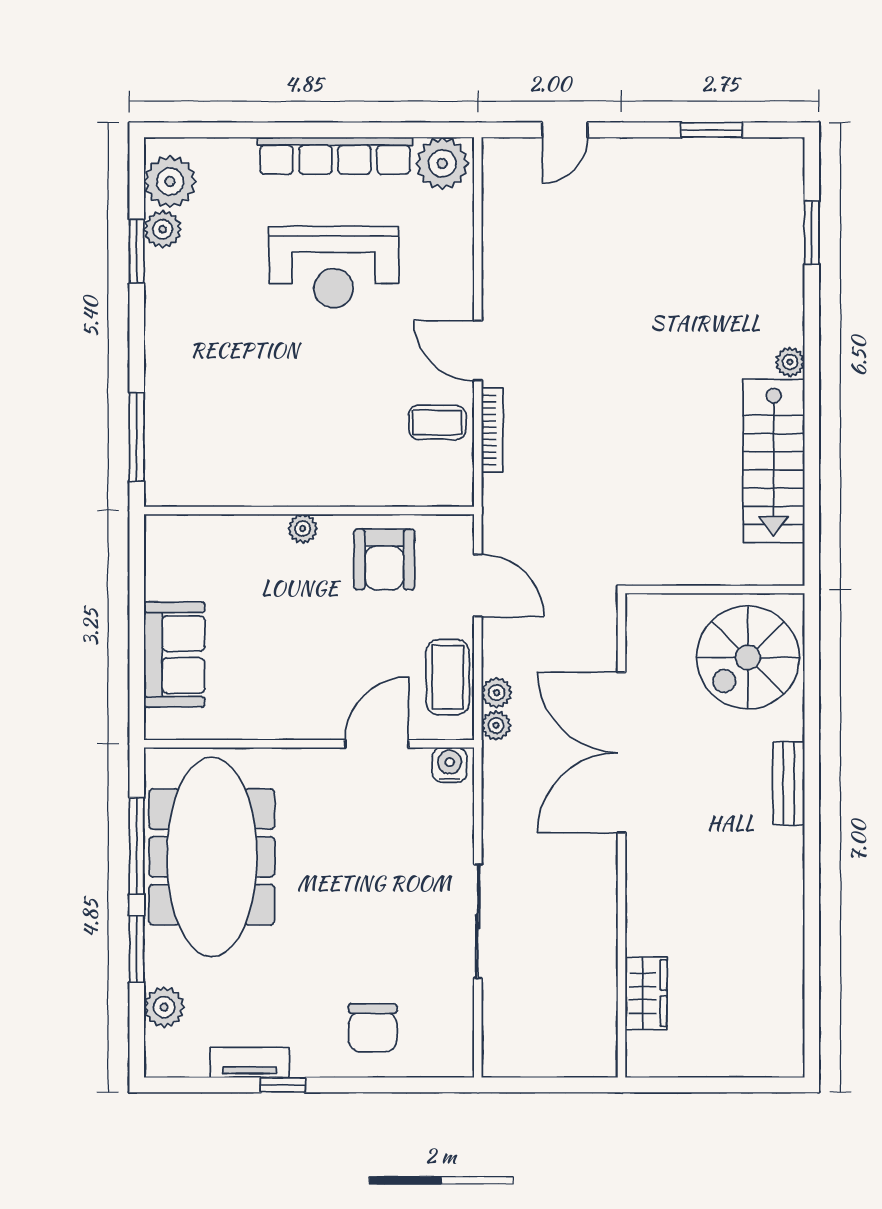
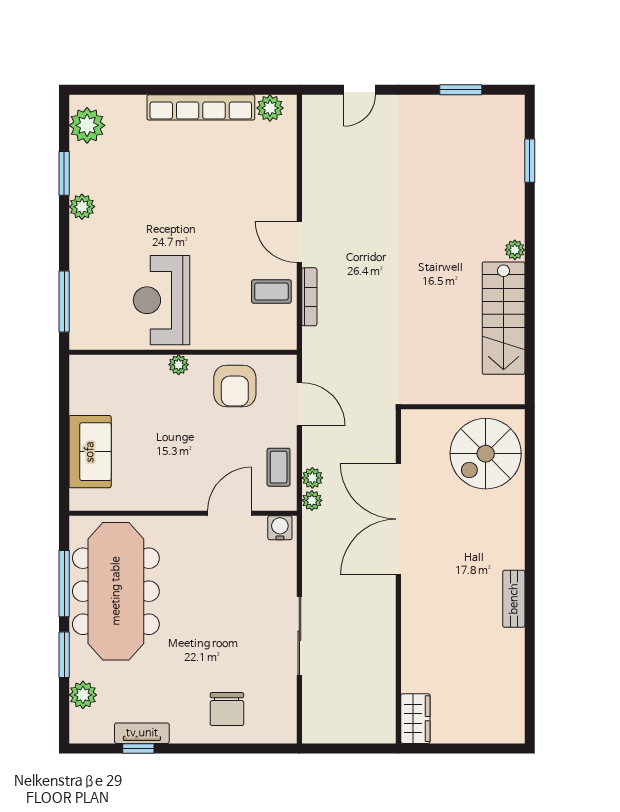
plant: (442, 163) -> (270, 108), width x0.73, depth x0.73
plant: (163, 229) -> (82, 207), moved
reception desk: (334, 267) -> (162, 300), moved, turned 90
coffee table: (448, 677) -> (279, 467), width x0.73, depth x0.77
bench: (789, 783) -> (514, 599), moved
wardrobe: (646, 993) -> (415, 719), moved
window: (283, 1085) -> (138, 749), moved

